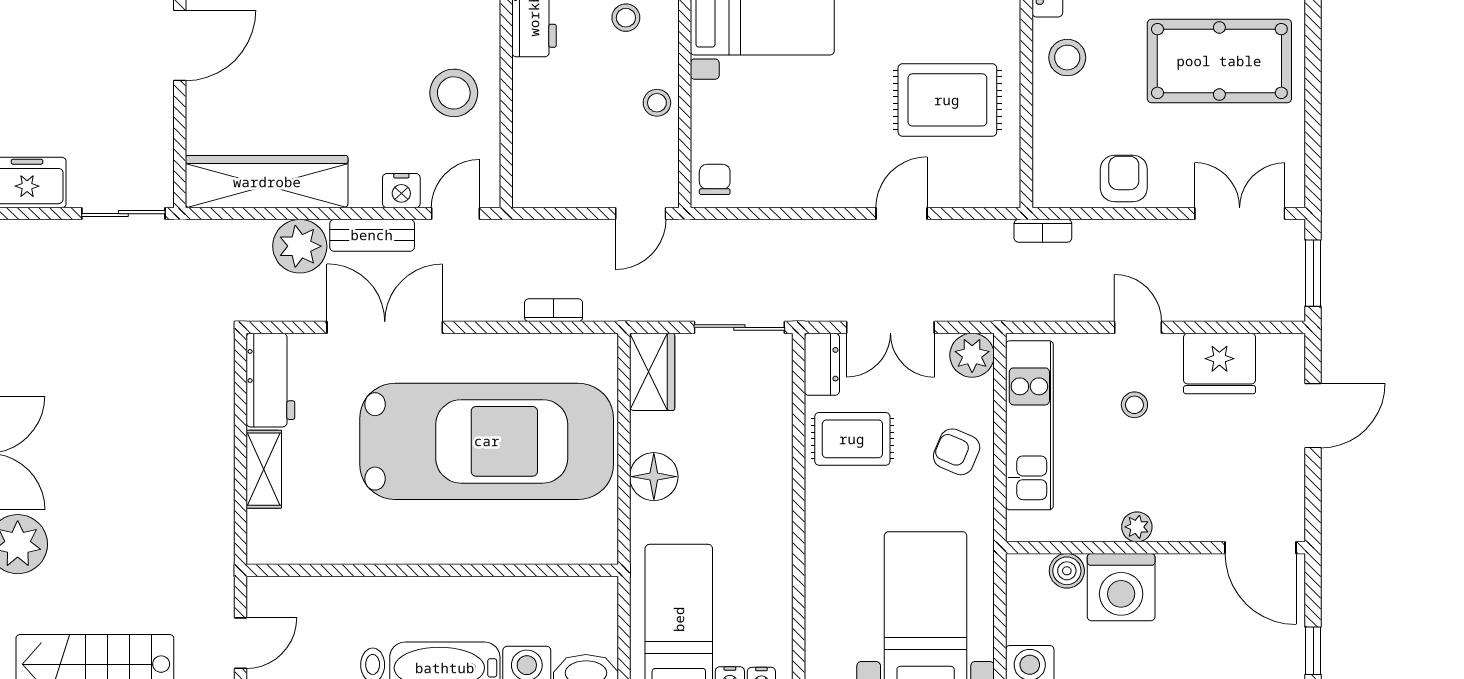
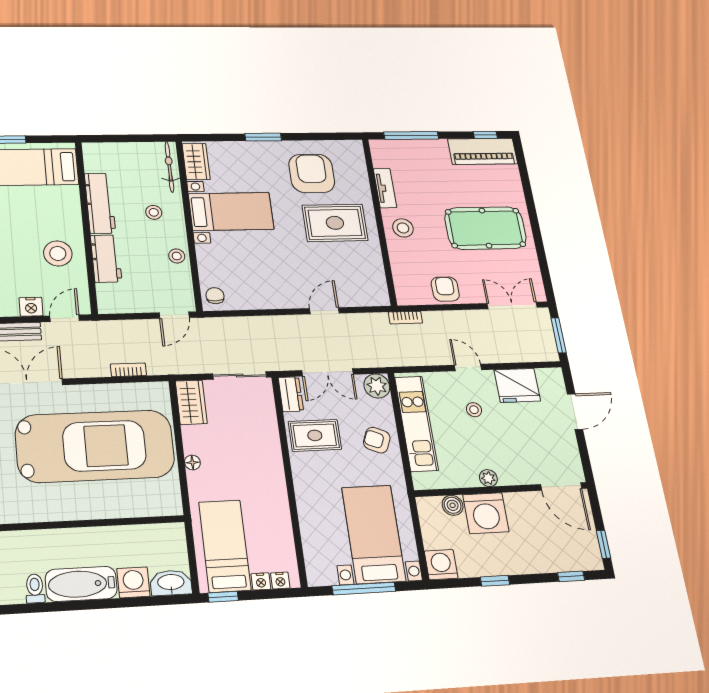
rug: (947, 100) -> (335, 223), moved
workbench: (535, 105) -> (106, 259), added
floor lamp: (654, 477) -> (192, 462), width x0.53, depth x0.53

